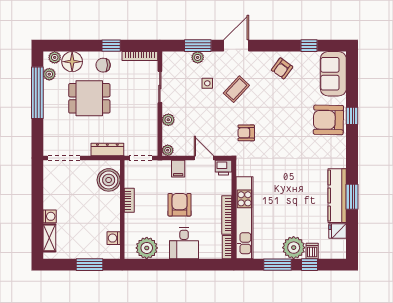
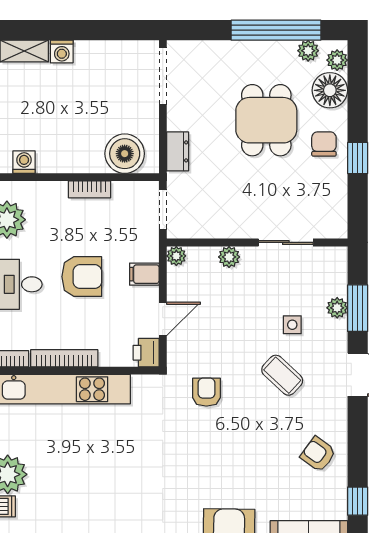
bookcase: (140, 56) -> (340, 208), removed
dresser: (107, 150) -> (178, 151), width x0.70

